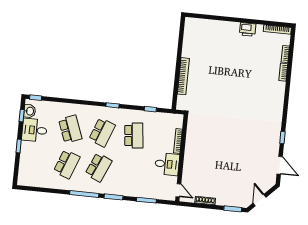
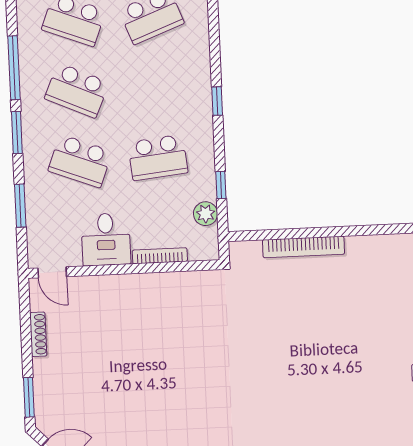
plant: (162, 118) -> (206, 214), added
school desk: (102, 132) -> (80, 161), moved
door: (178, 190) -> (52, 272), hinge flipped

